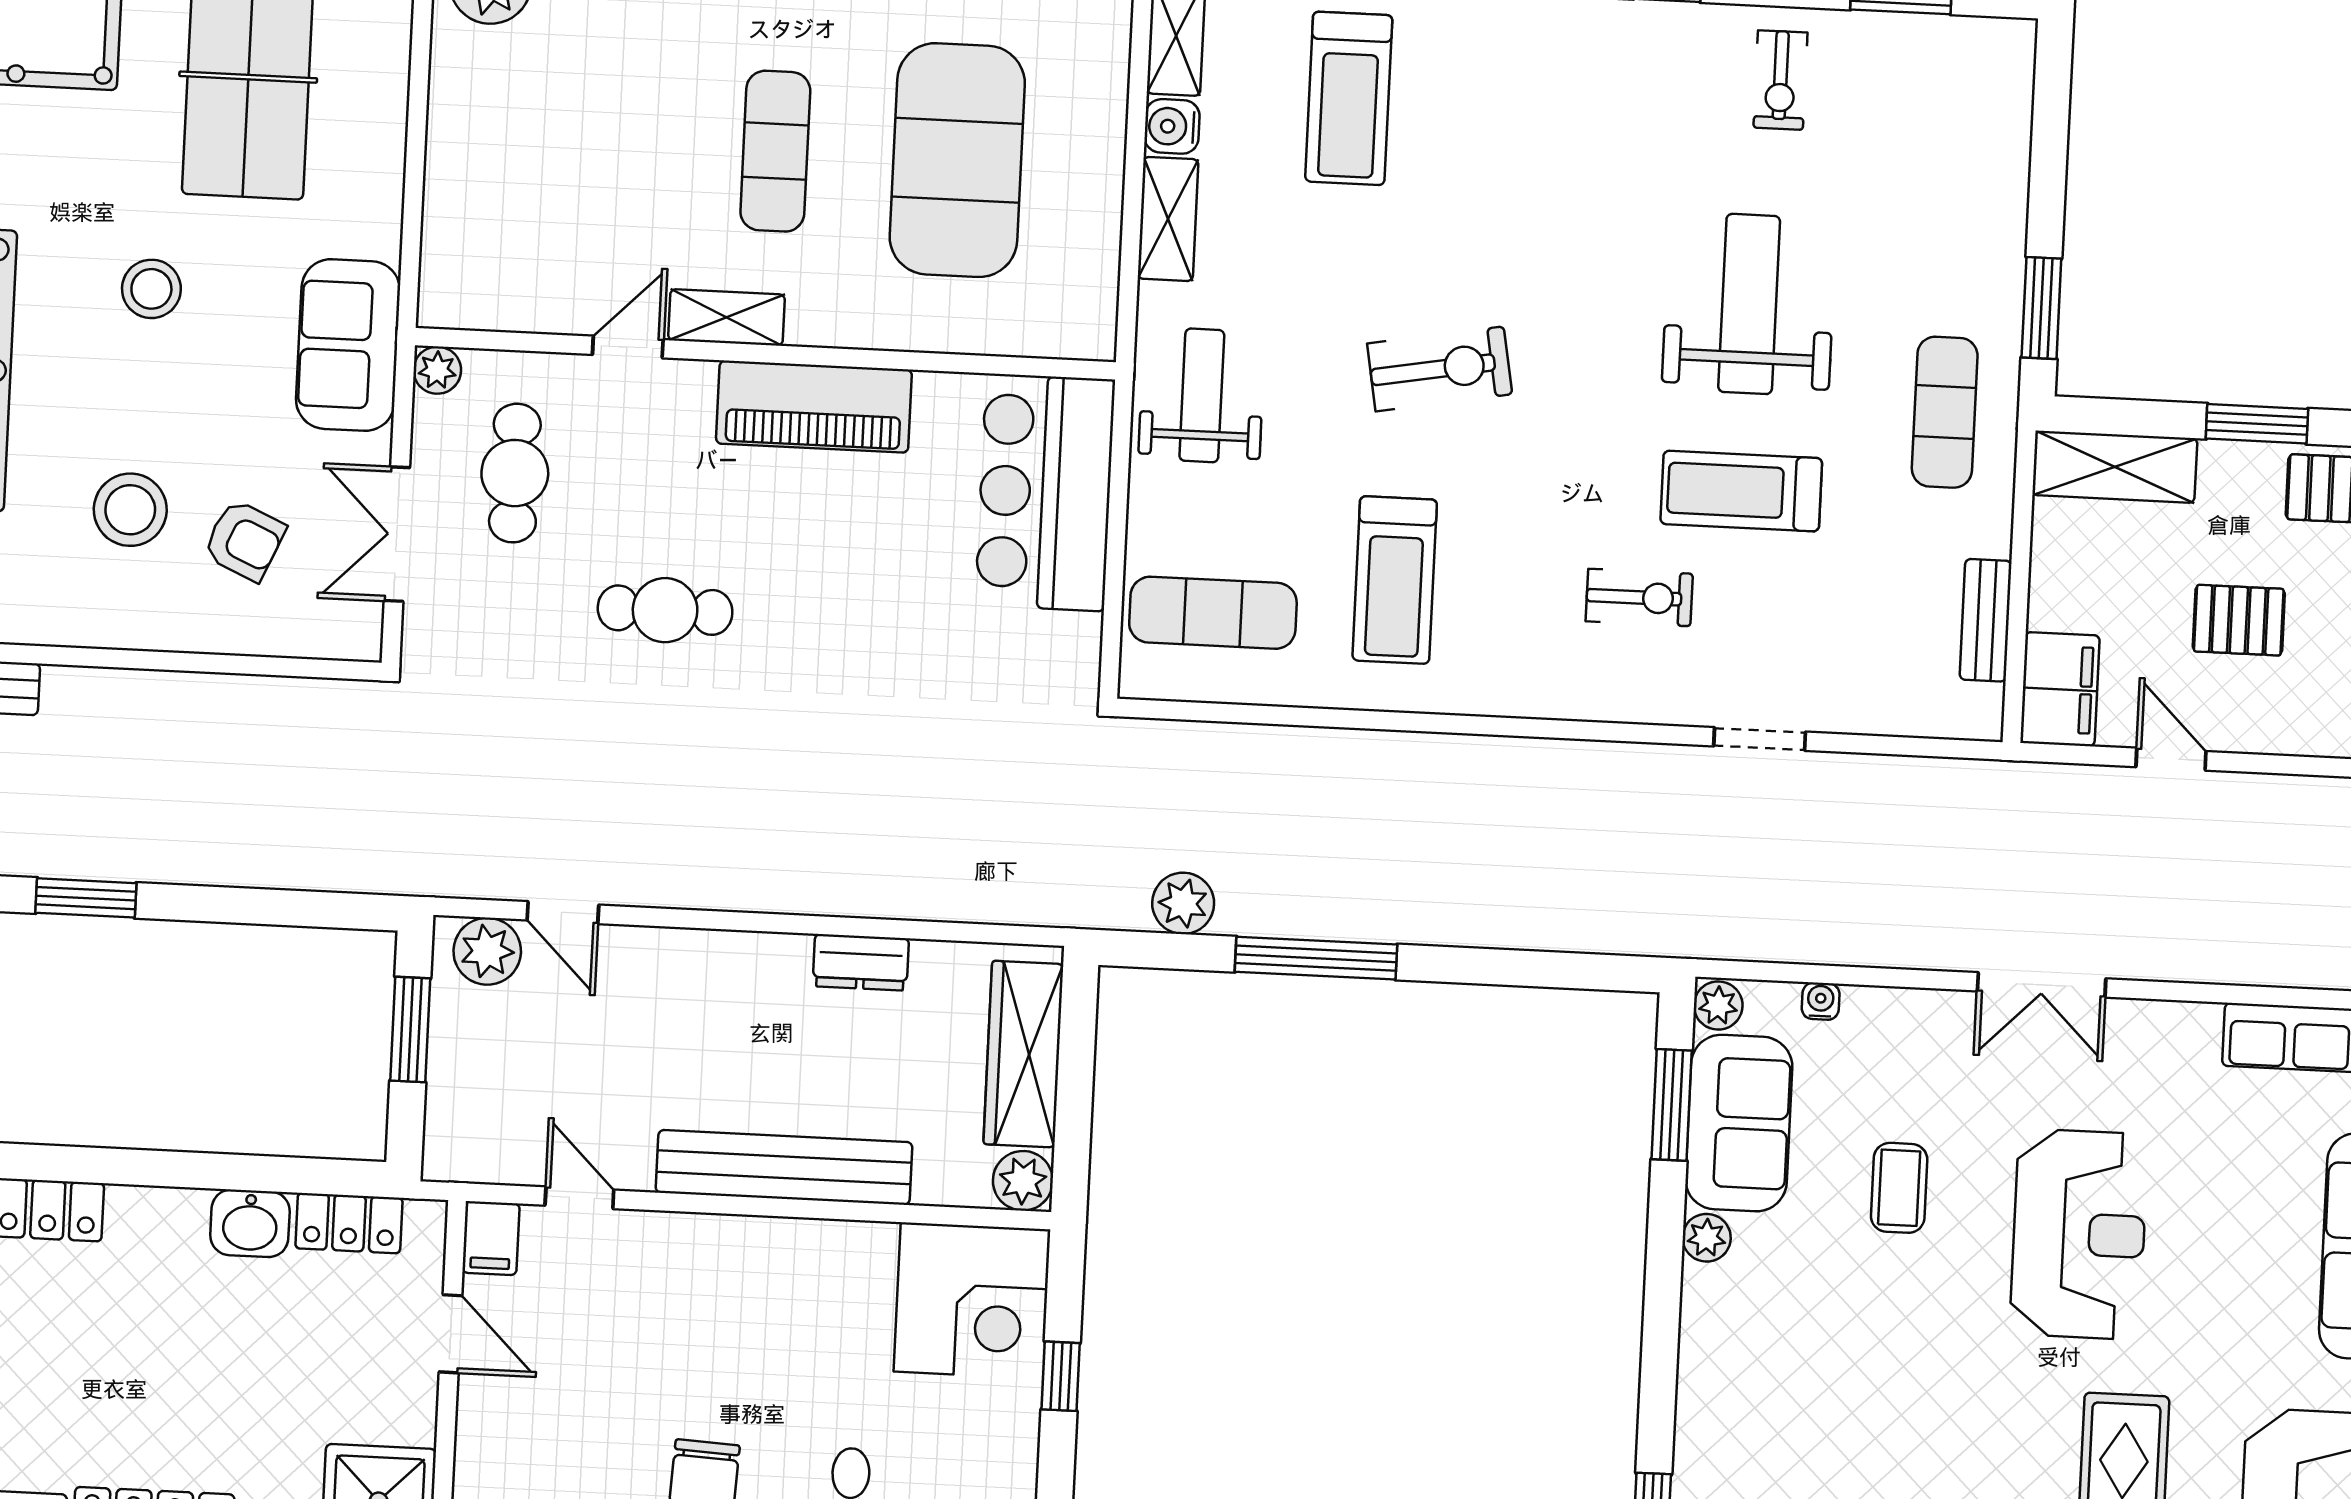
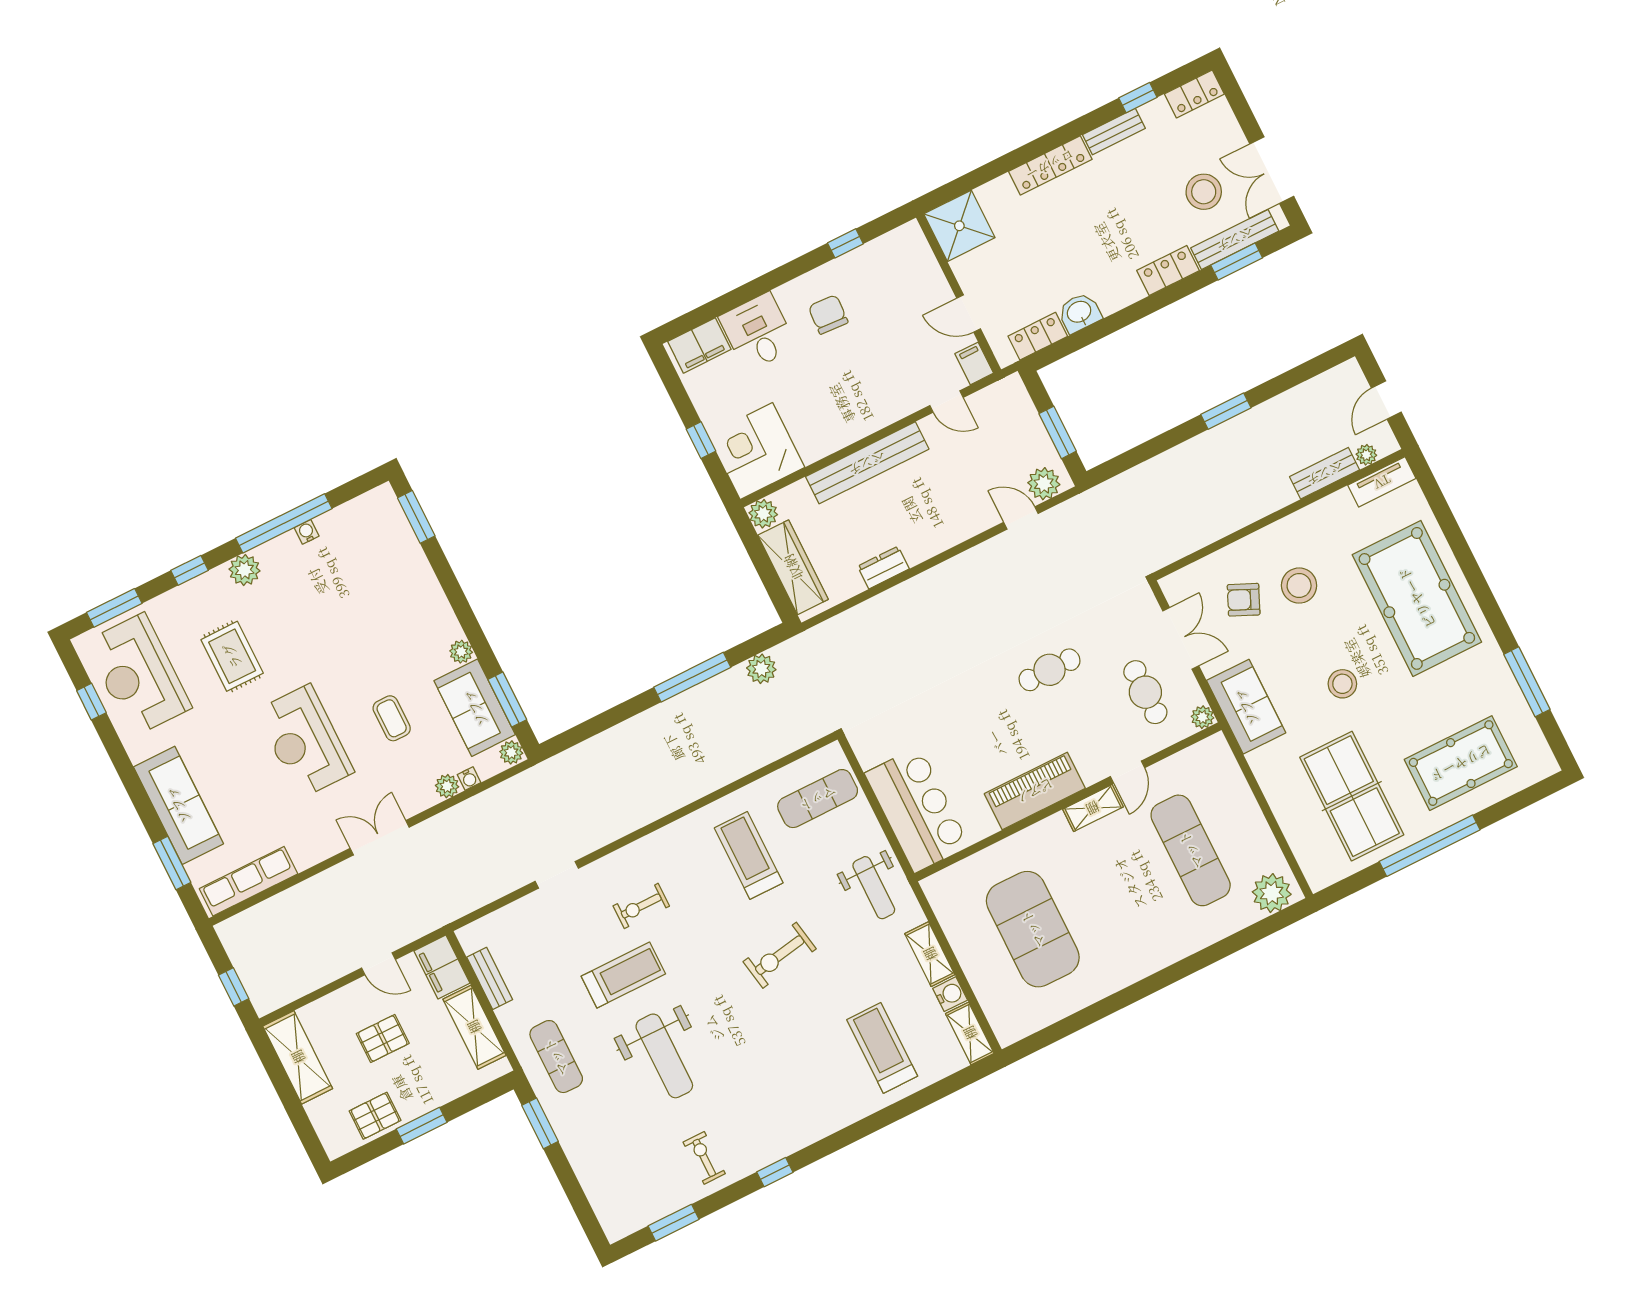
exercise mat: (775, 151) -> (1191, 850), moved, width x1.36, depth x1.45
shelving: (2115, 467) -> (474, 1027), moved, turned 90
plant: (1868, 1010) -> (447, 786), added

